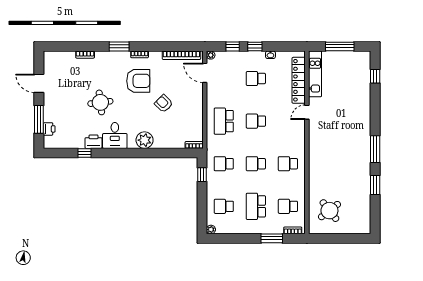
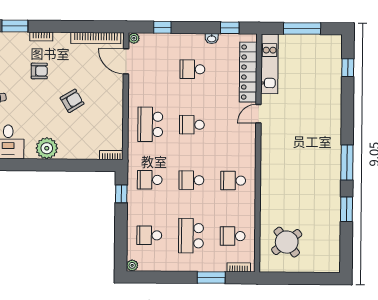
window: (255, 46) -> (230, 28), moved
armchair: (138, 81) -> (39, 71), width x0.53, depth x0.53
armchair: (164, 104) -> (72, 101), turned 104

